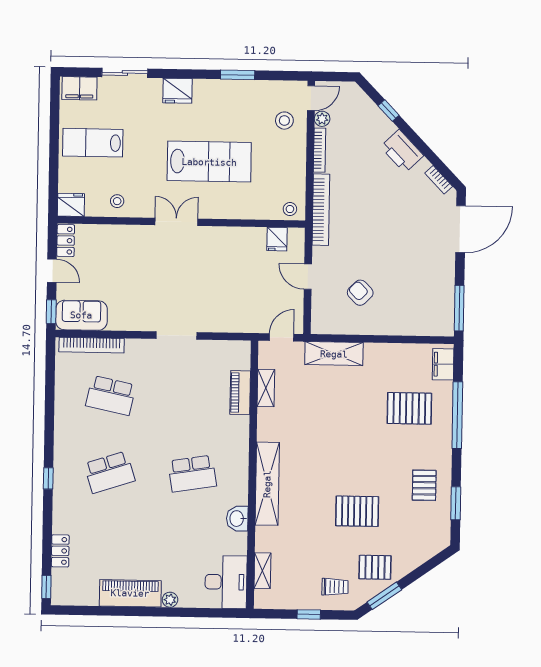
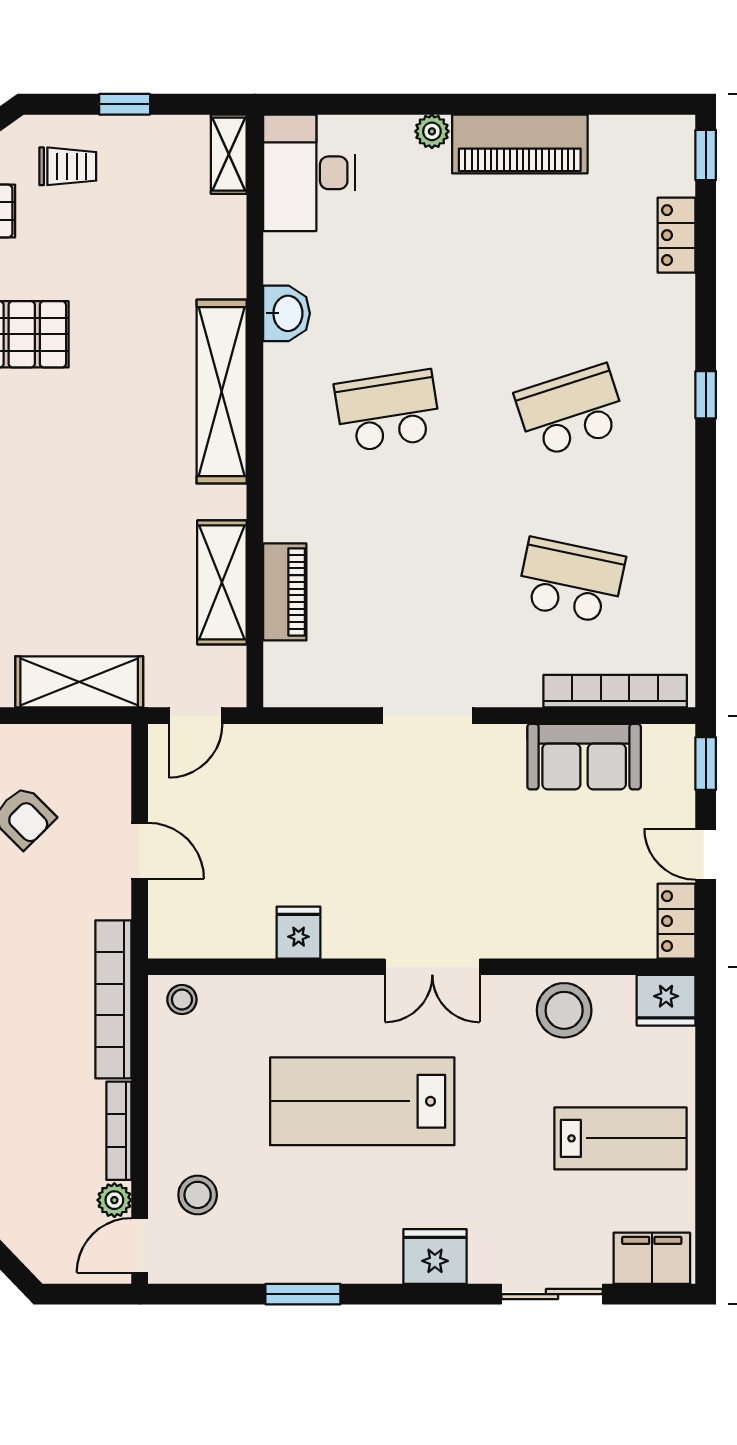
stool: (117, 201) -> (564, 1010), width x1.89, depth x1.89
fridge: (277, 239) -> (299, 933), moved
sofa: (81, 315) -> (584, 757), moved
shelving: (266, 388) -> (222, 582), width x1.50, depth x1.33
shelving: (262, 571) -> (229, 154), moved
trolley: (335, 587) -> (68, 166), turned 180

